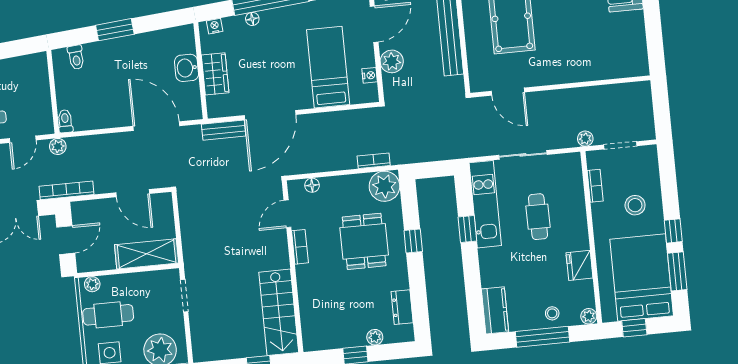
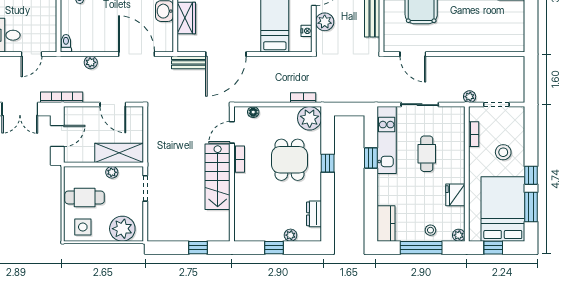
plant: (58, 146) -> (91, 62), moved
plant: (92, 284) -> (112, 172), moved
stairs: (279, 312) -> (218, 177), moved

